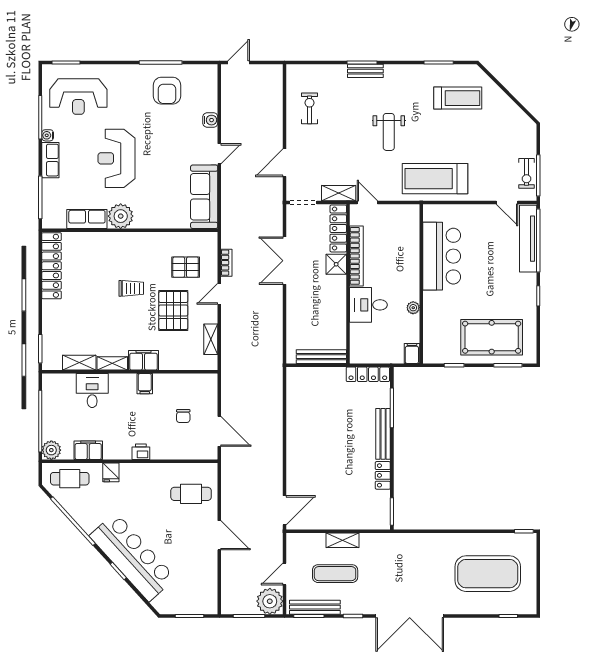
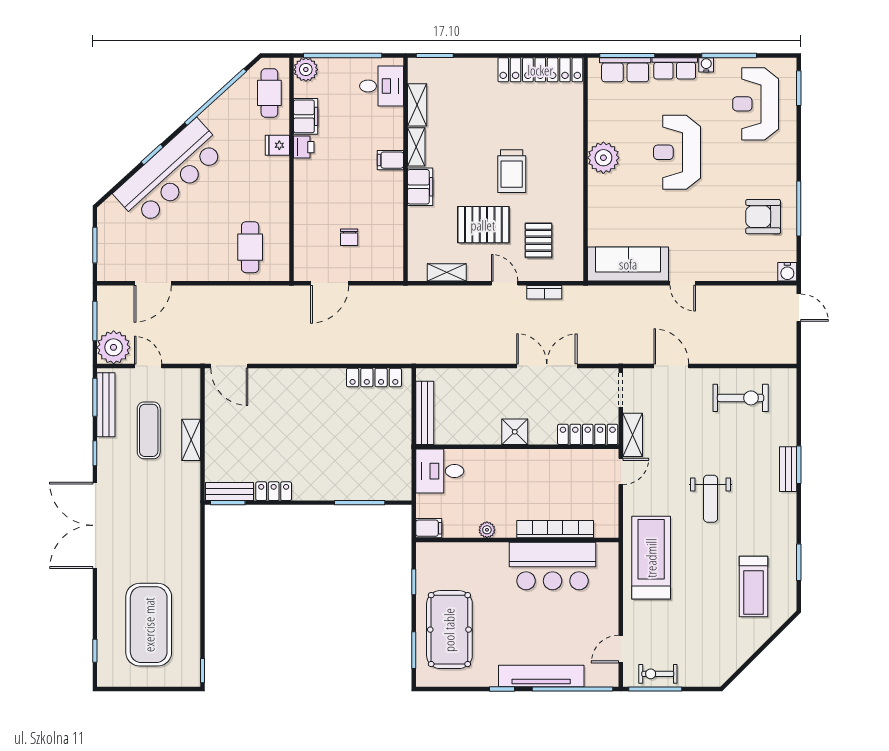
exercise bike: (310, 108) -> (741, 398), width x1.38, depth x1.39
water cooler: (210, 120) -> (787, 272), moved
weight bench: (389, 132) -> (711, 499), turned -90
reception desk: (116, 158) -> (677, 152), turned -90
row of seats: (87, 219) -> (625, 70), moved, turned 90
tv unit: (528, 239) -> (541, 676), moved
bookcase: (356, 256) -> (555, 529), moved, turned 180
shower: (336, 264) -> (515, 432), moved
trolley: (131, 288) -> (512, 171), width x1.36, depth x1.39
desk: (368, 305) -> (440, 471), moved, turned -90
locker: (368, 374) -> (374, 378), moved, turned -90
filing cabinet: (145, 384) -> (390, 160), moved
desk: (92, 391) -> (382, 86), moved
chair: (183, 416) -> (349, 237), turned -90
bench: (383, 434) -> (230, 492), moved, width x0.73
printer: (141, 452) -> (304, 147), moved
door: (219, 535) -> (153, 283), moved

